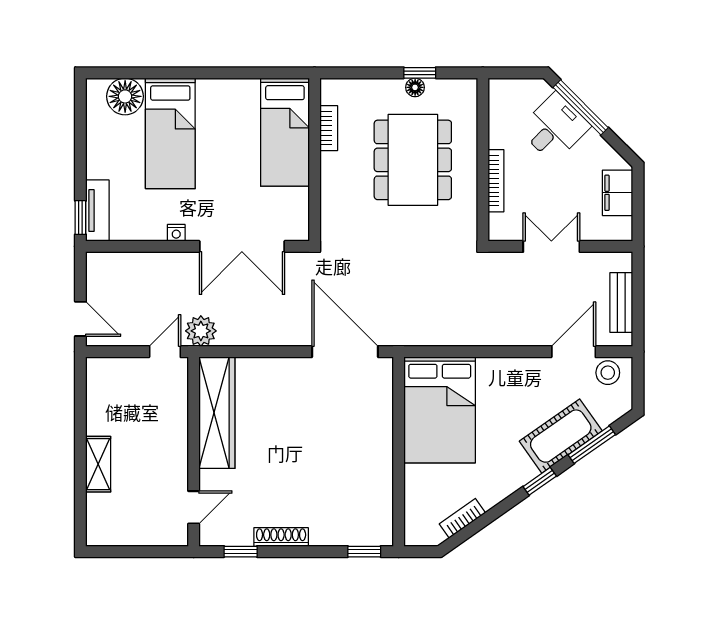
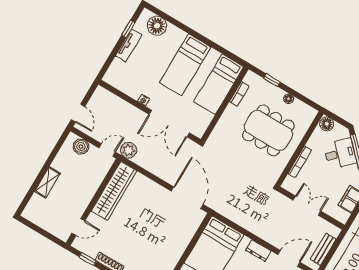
window: (420, 73) -> (272, 80), moved
floor lamp: (503, 91) -> (327, 124), added
bed: (170, 133) -> (185, 65), moved
dining table: (413, 160) -> (268, 130), turned 90
tv unit: (97, 211) -> (129, 45), moved
window: (80, 218) -> (128, 29), moved
dresser: (515, 369) -> (258, 251), added
boiler: (118, 372) -> (81, 147), added

